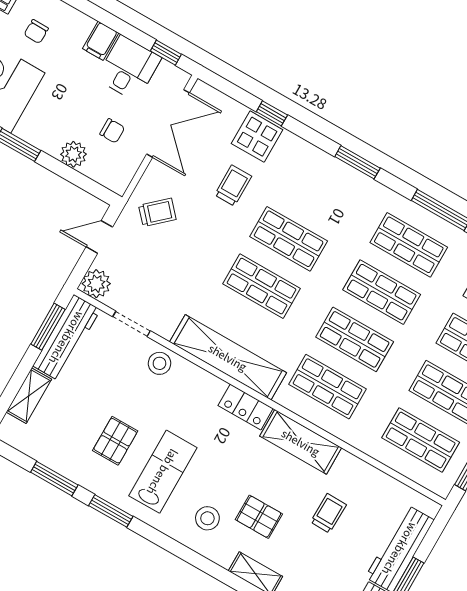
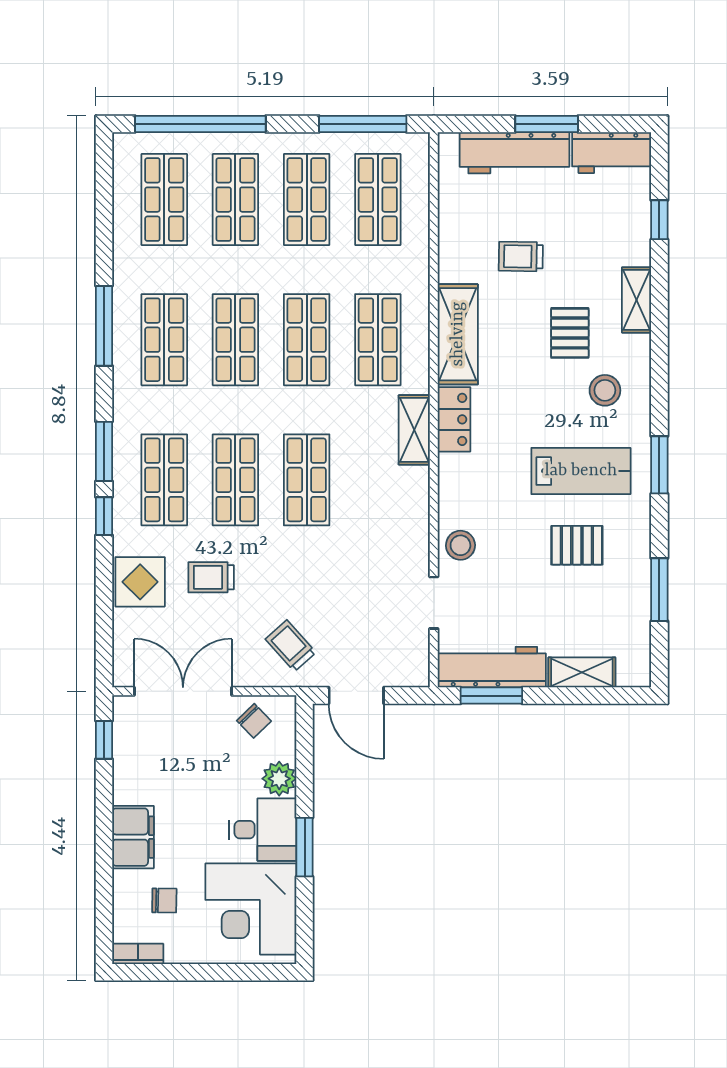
filing cabinet: (101, 41) -> (133, 837), width x2.00
desk: (129, 68) -> (263, 830), moved, turned 180
window: (272, 113) -> (104, 516), moved
chair: (112, 131) -> (254, 721), moved, turned 136
shop shelf: (316, 192) -> (164, 480), added
door: (99, 237) -> (356, 696), width x1.38
plant: (96, 284) -> (411, 669), removed
shelving: (228, 357) -> (414, 430), width x0.45, depth x0.75
lab bench: (163, 472) -> (581, 471), turned 180
window: (111, 511) -> (659, 465), moved

